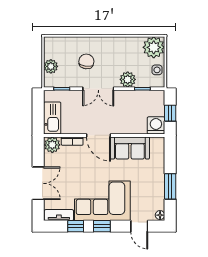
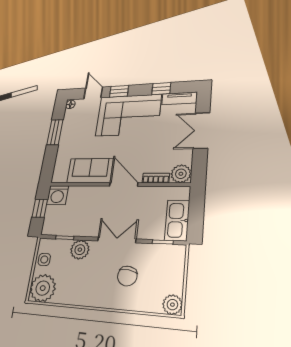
plant: (51, 66) -> (172, 305), moved
kitchen sink: (52, 118) -> (177, 220), moved
window: (102, 226) -> (119, 91), moved

